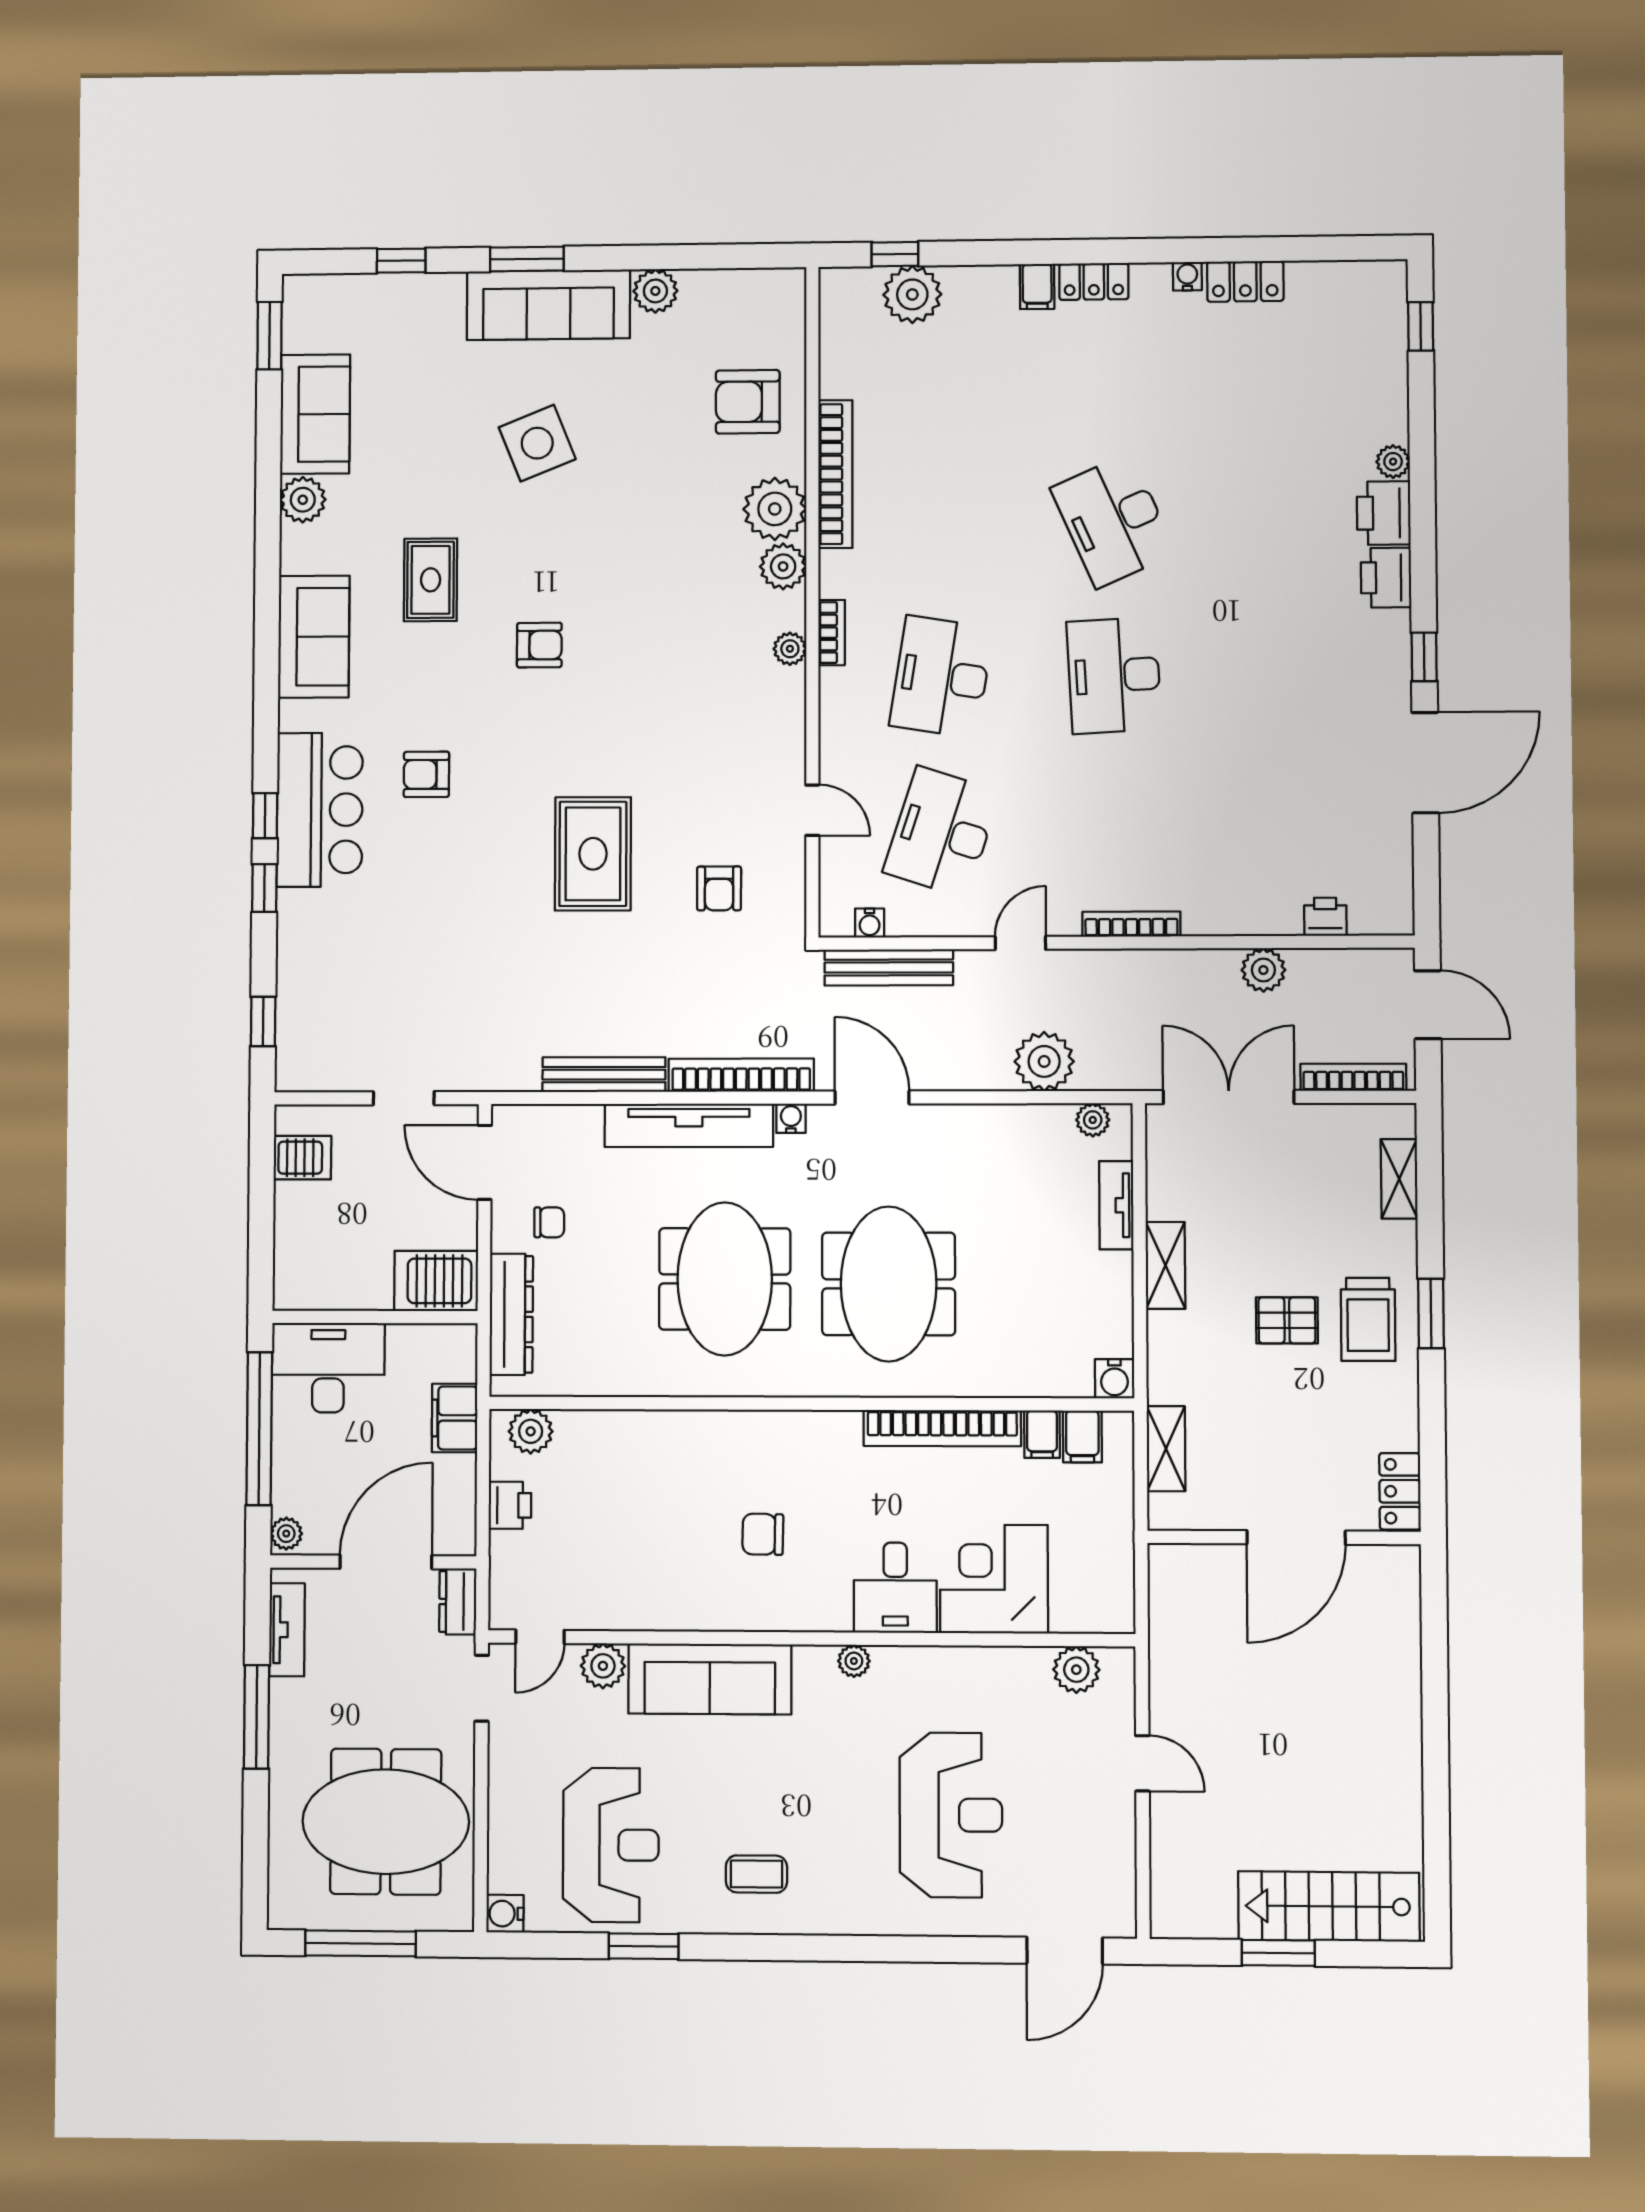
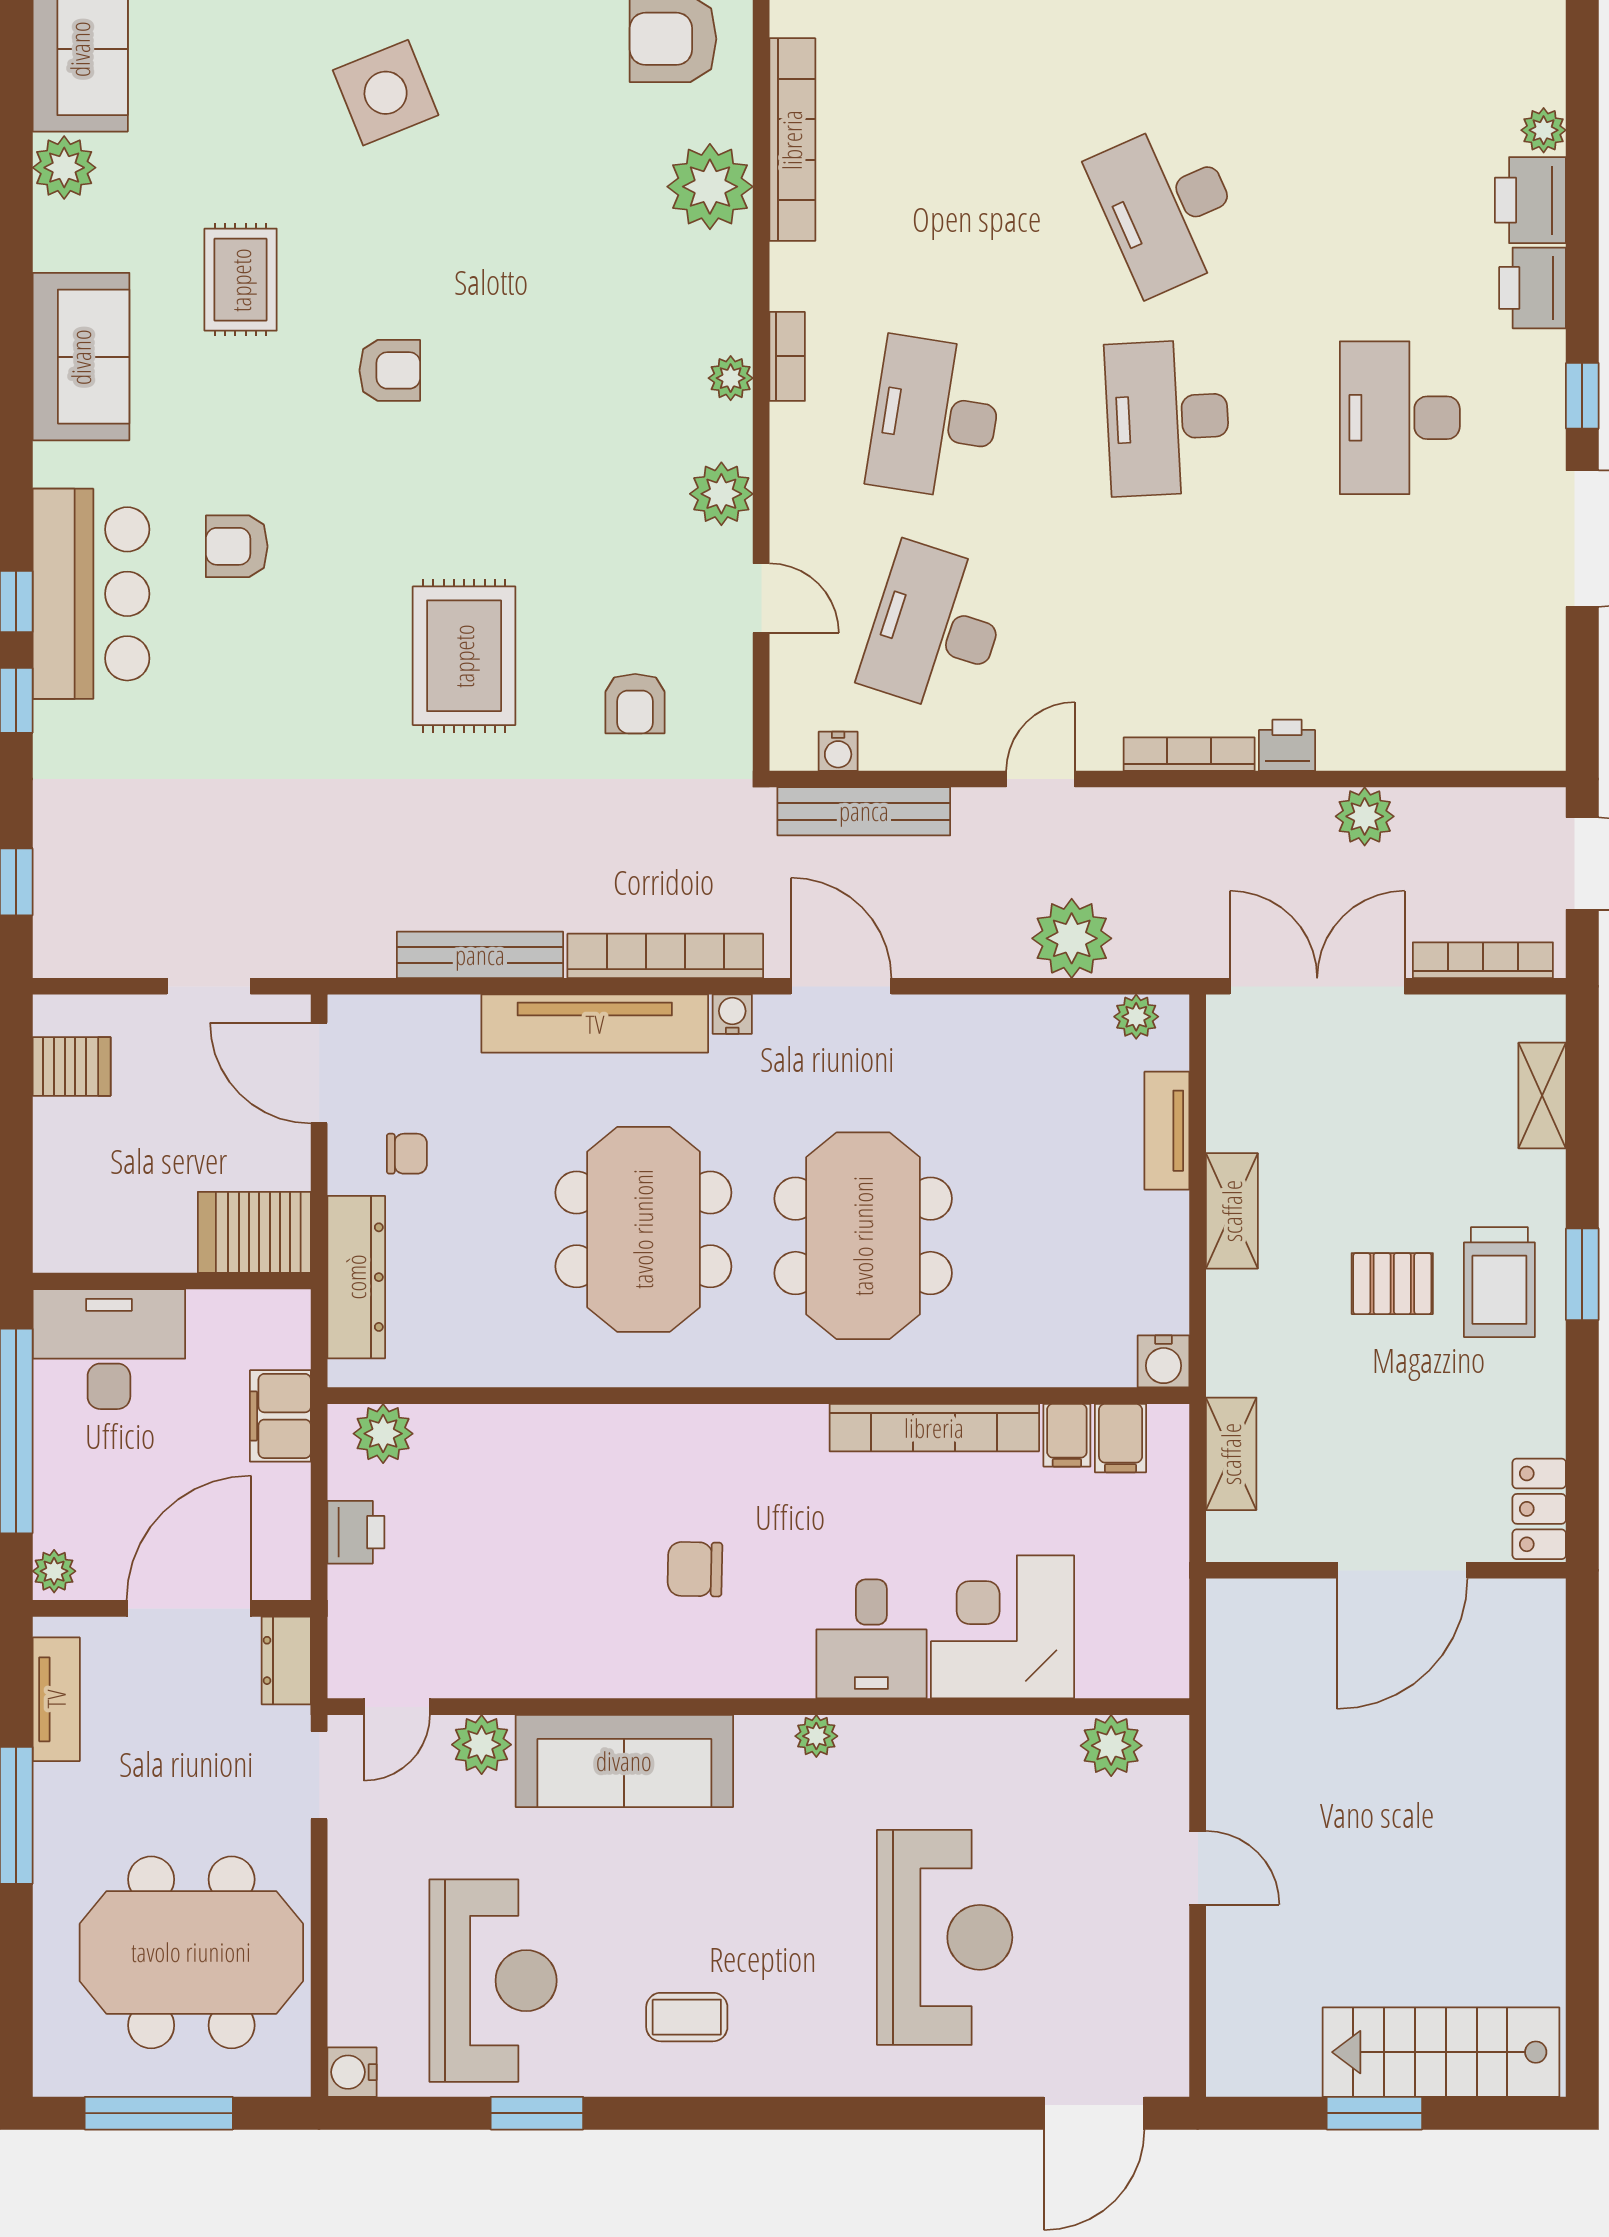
plant: (783, 566) -> (721, 494), moved
desk: (1287, 674) -> (1400, 418), added
printer: (1325, 917) -> (1287, 745), moved

